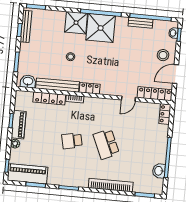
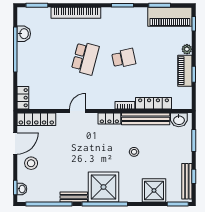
shower: (76, 23) -> (154, 190), moved
bench: (141, 23) -> (74, 197), moved
door: (128, 99) -> (77, 111), moved
school desk: (106, 144) -> (85, 58), turned 39

